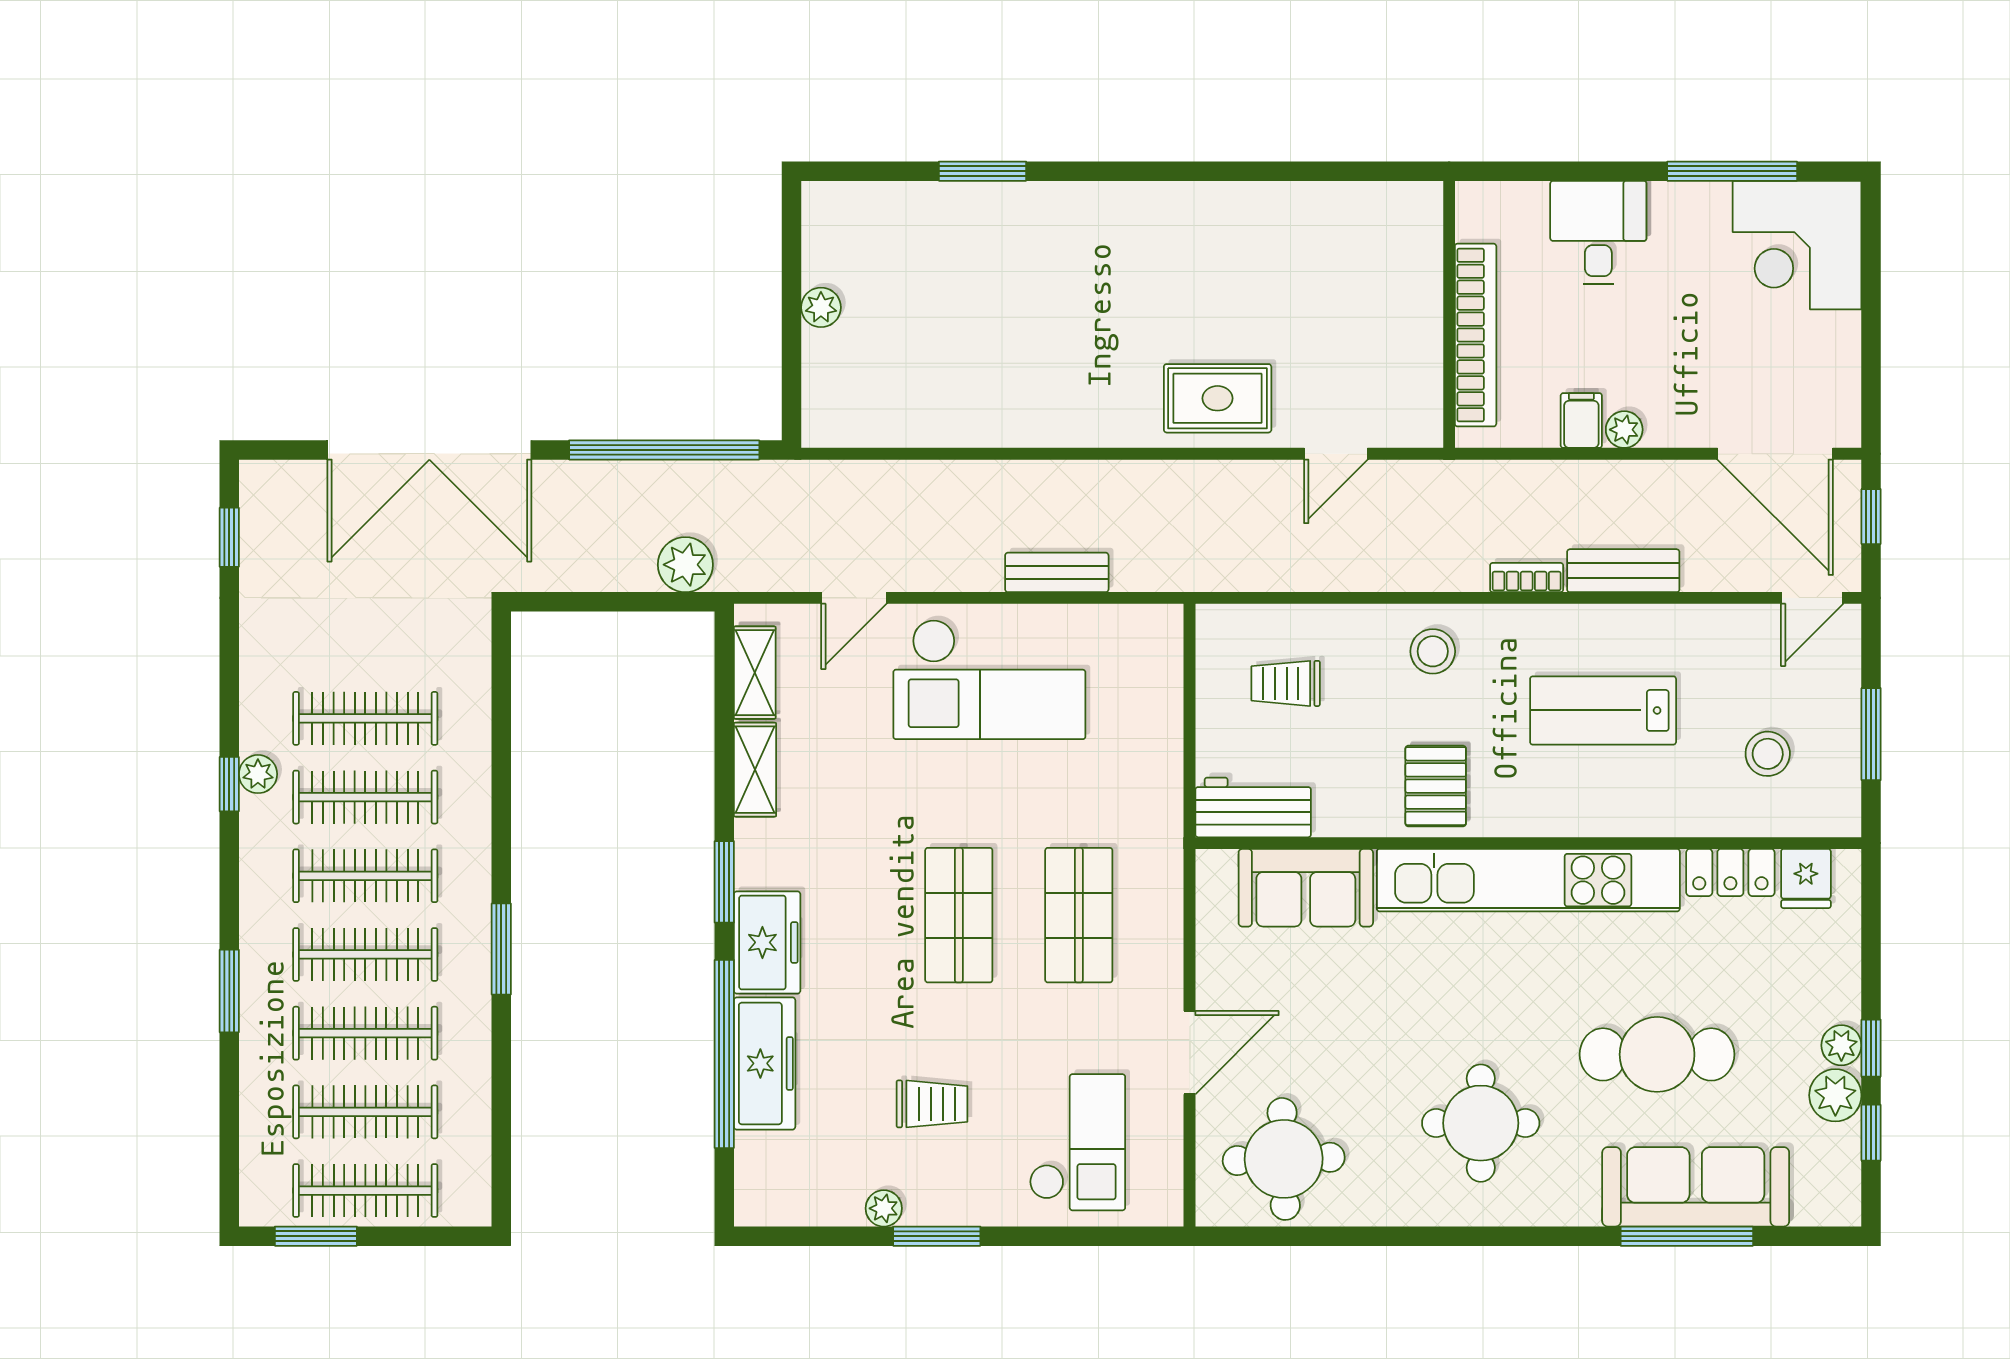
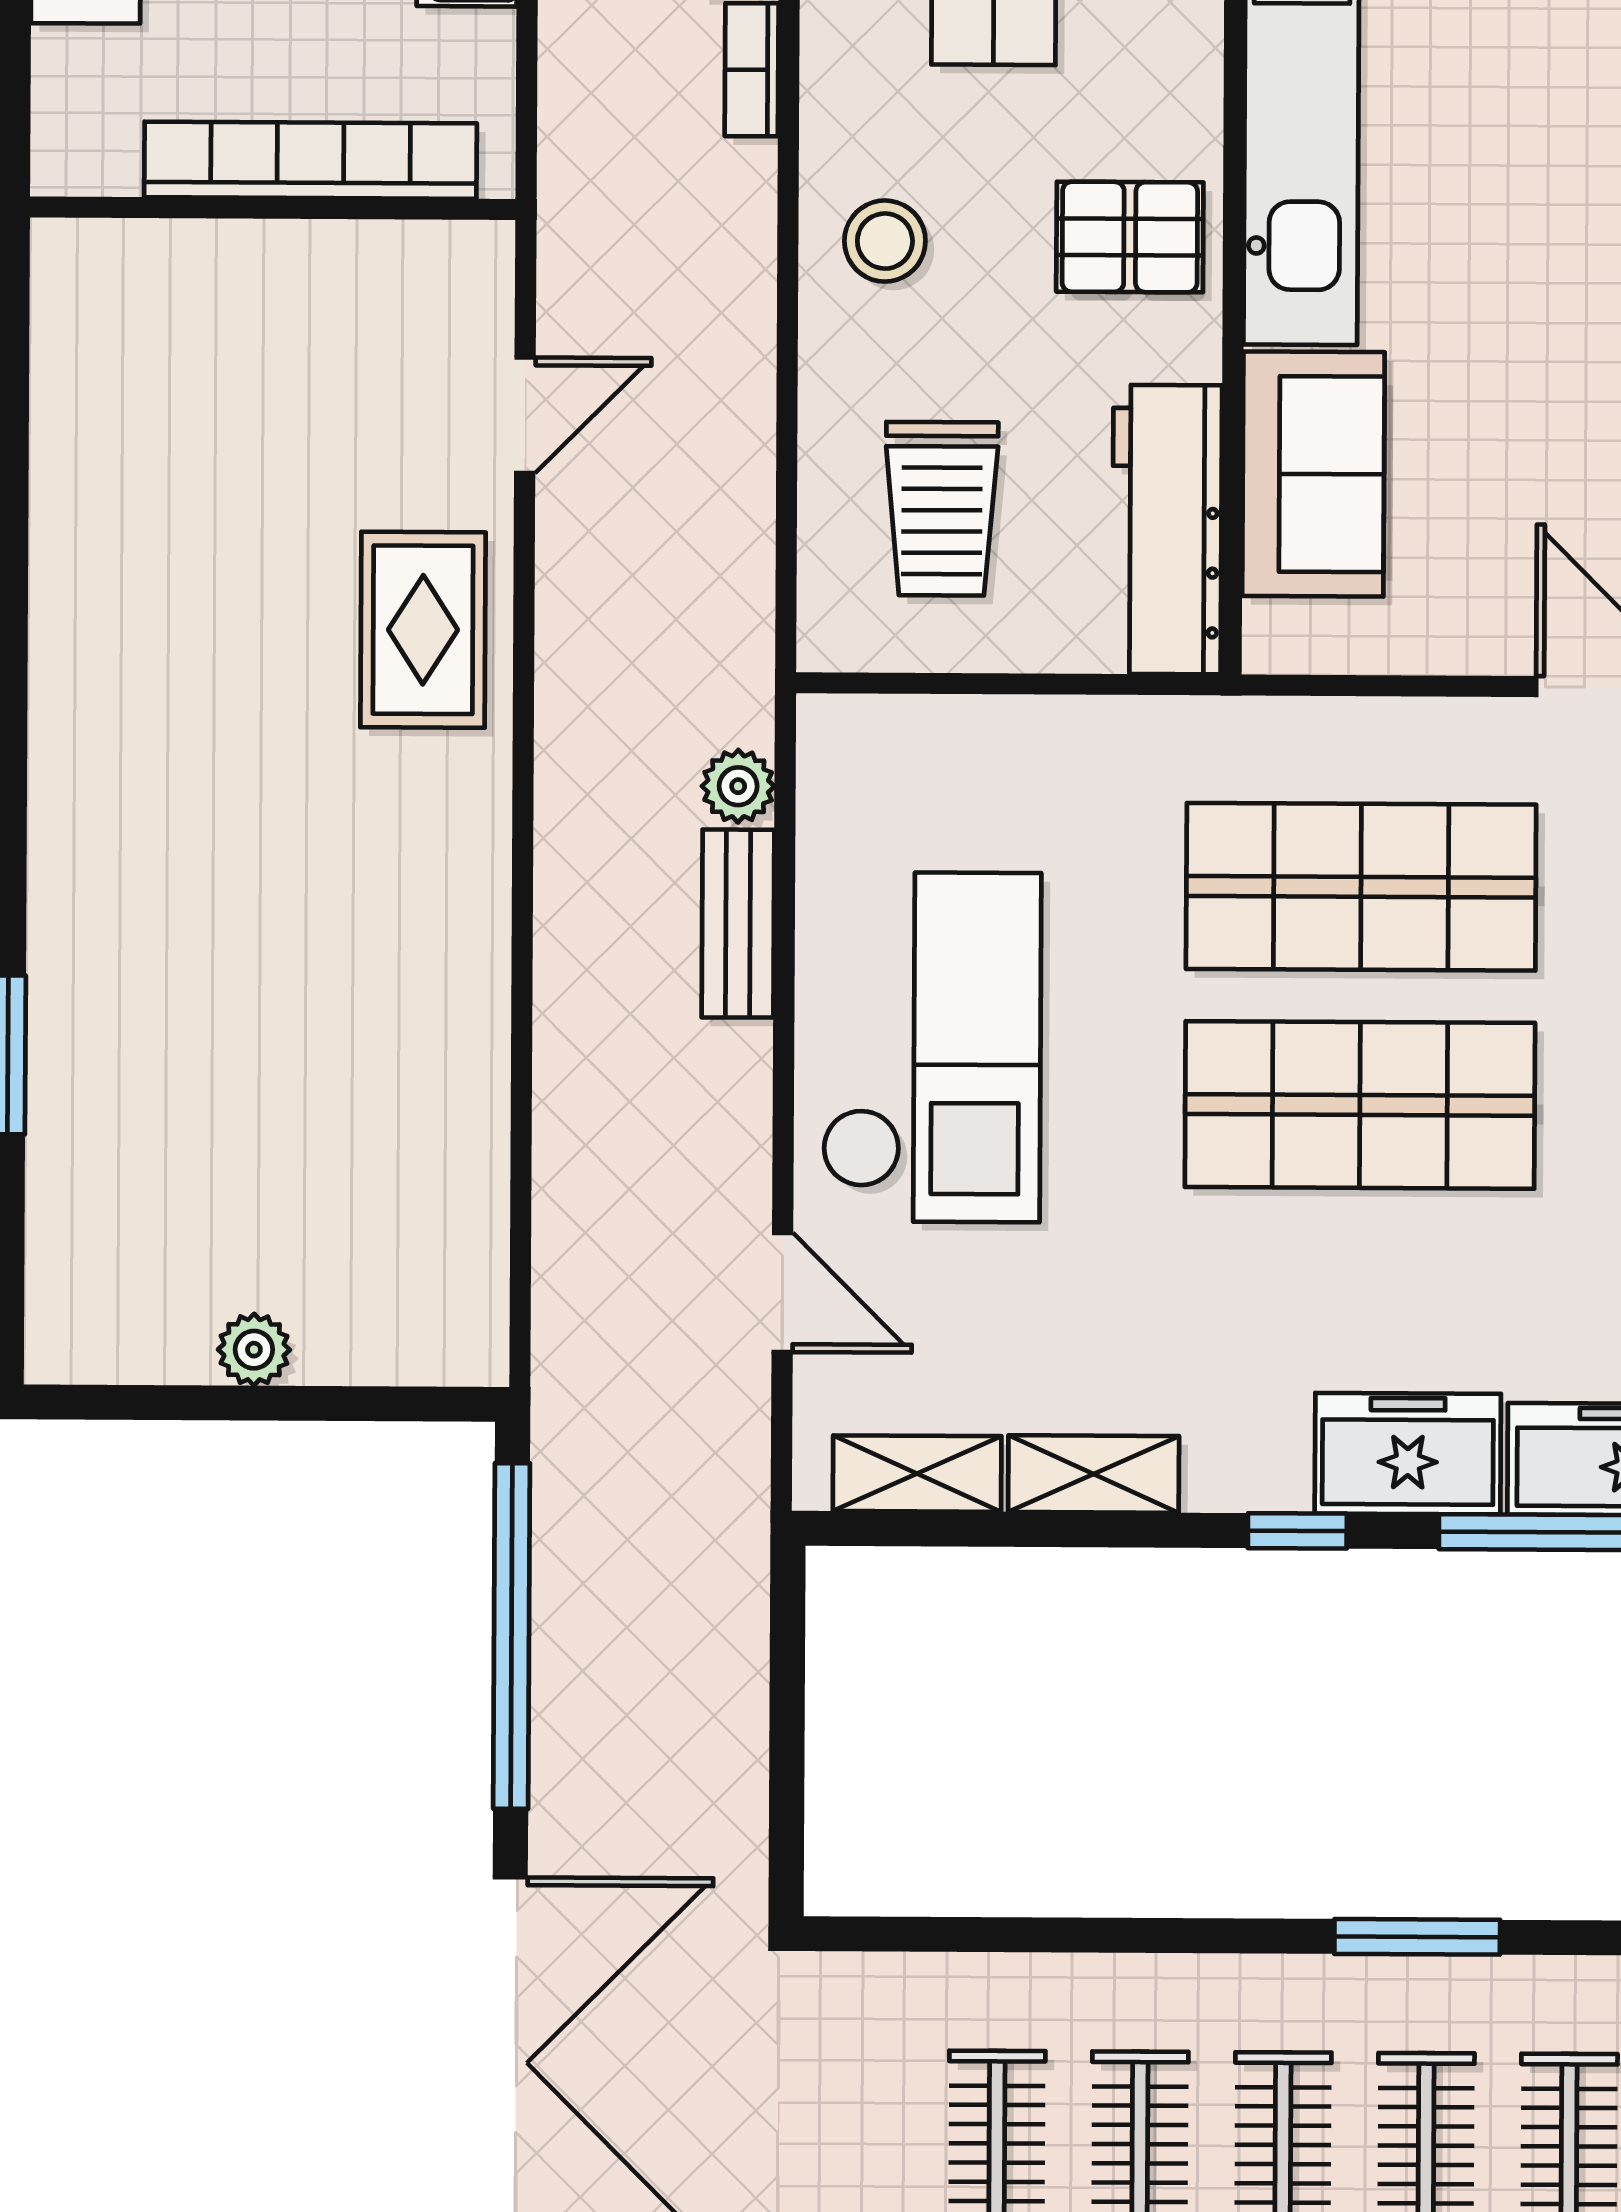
door: (1336, 454) -> (525, 415), hinge flipped
plant: (685, 565) -> (738, 786), moved, width x0.73, depth x0.73
trolley: (1286, 683) -> (942, 509), width x1.36, depth x1.39
workbench: (1253, 807) -> (1167, 530), width x1.37
window: (724, 882) -> (1297, 1531), width x0.67
shop shelf: (959, 915) -> (1360, 1105), width x1.43, depth x1.36
shop shelf: (1079, 915) -> (1361, 887), width x1.43, depth x1.36

